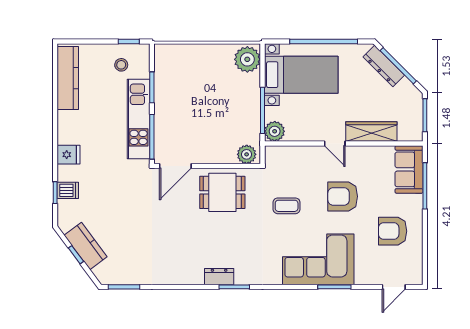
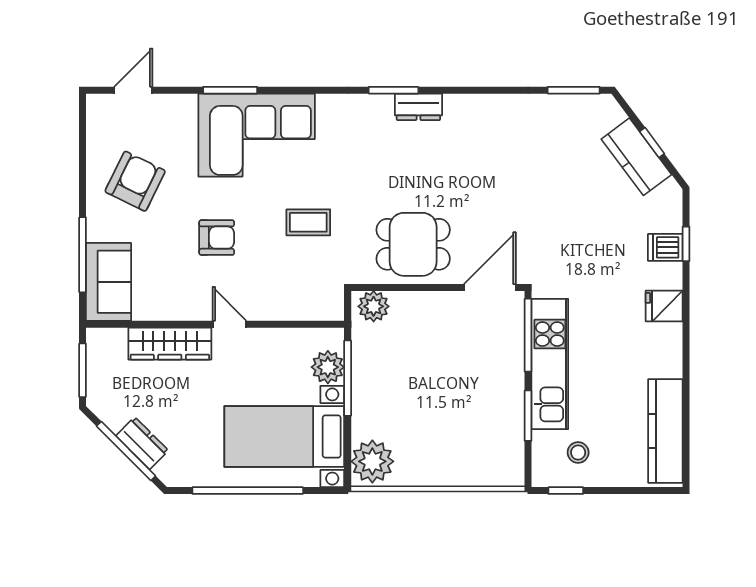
dresser: (384, 66) -> (142, 443), width x0.70
plant: (275, 131) -> (328, 367), moved
armchair: (343, 196) -> (217, 238), width x0.72, depth x0.72
armchair: (393, 231) -> (135, 181), turned -64

